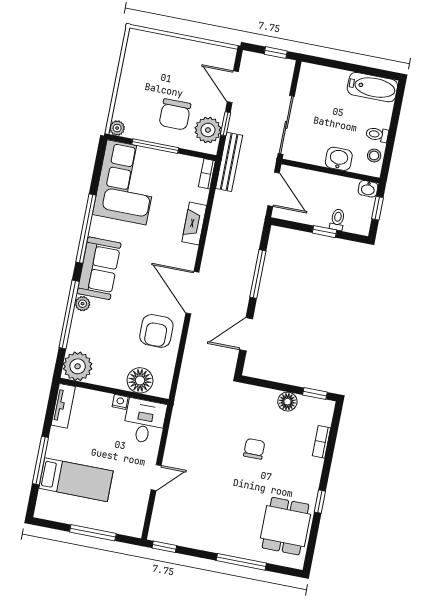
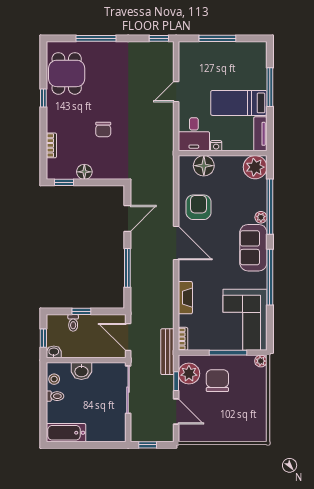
bed: (76, 480) -> (239, 103), moved

